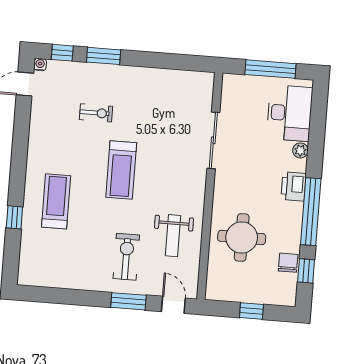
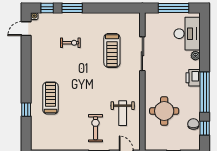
treadmill: (121, 170) -> (112, 50), moved

